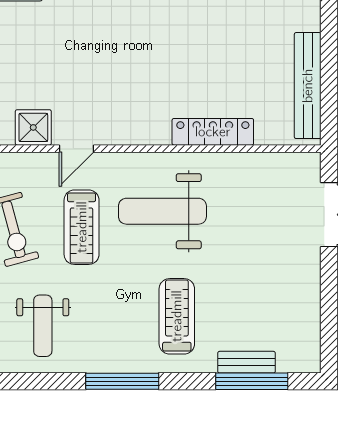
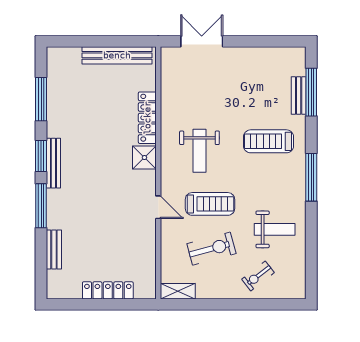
shower: (33, 127) -> (144, 158), moved
weight bench: (162, 211) -> (199, 151), width x0.73, depth x0.75

